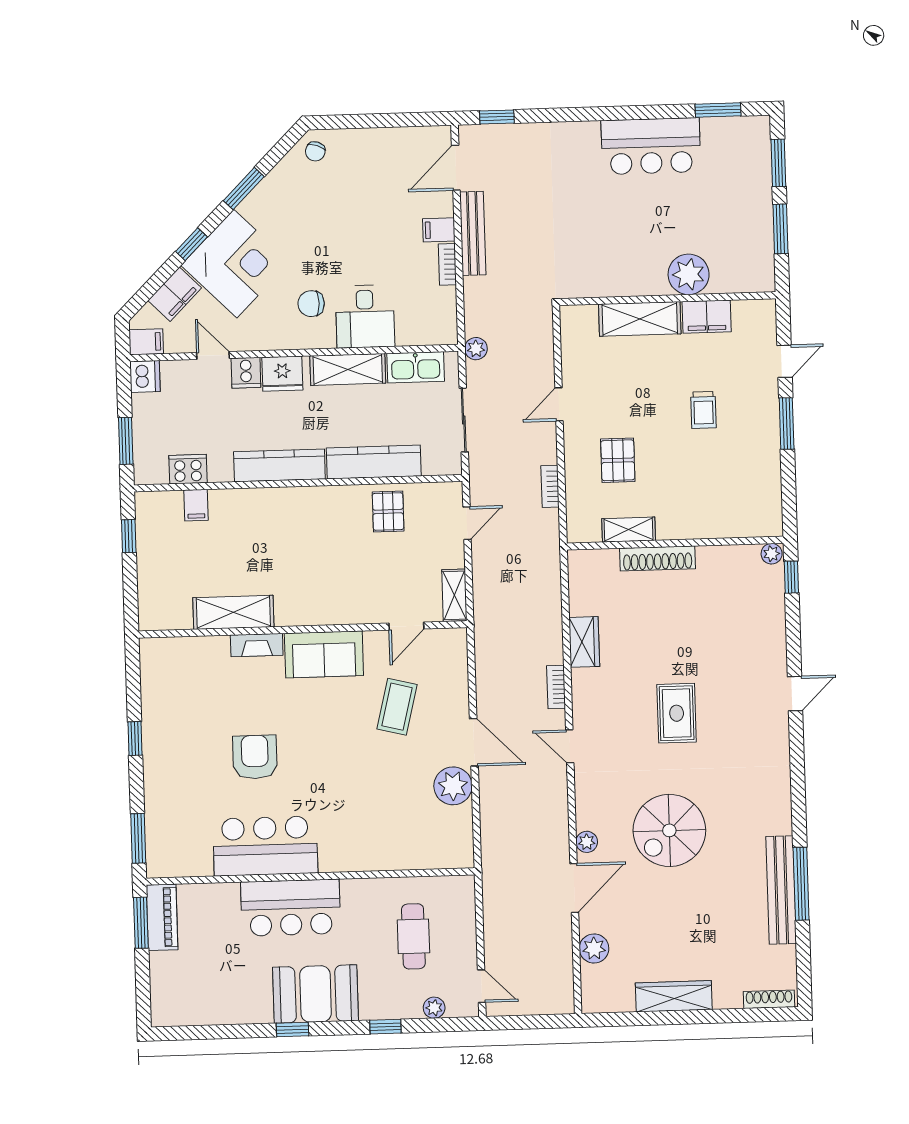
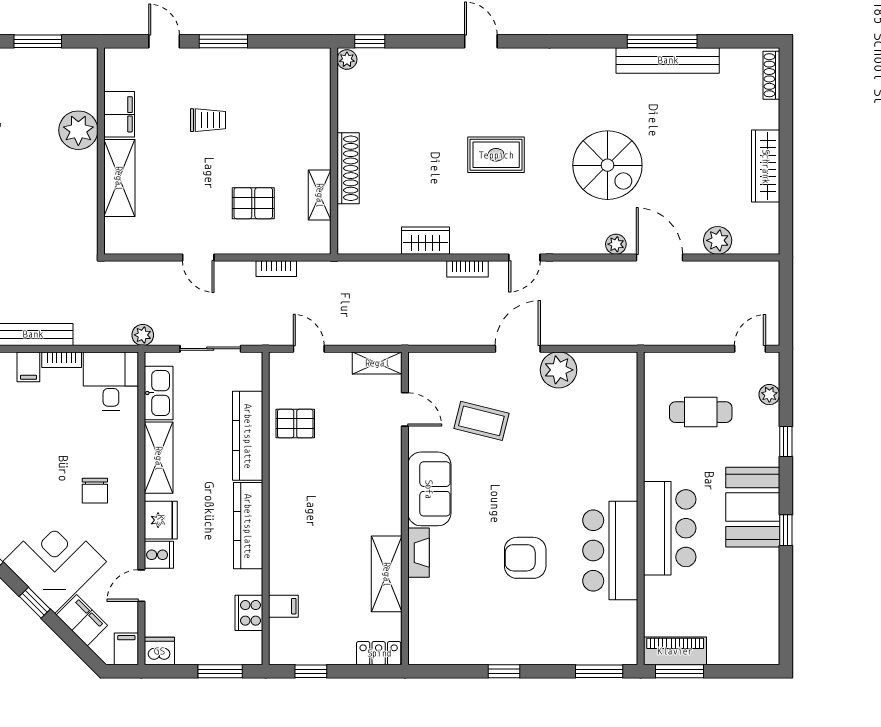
desk: (365, 316) -> (111, 381), moved, turned -90
locker: (150, 606) -> (379, 653), added

